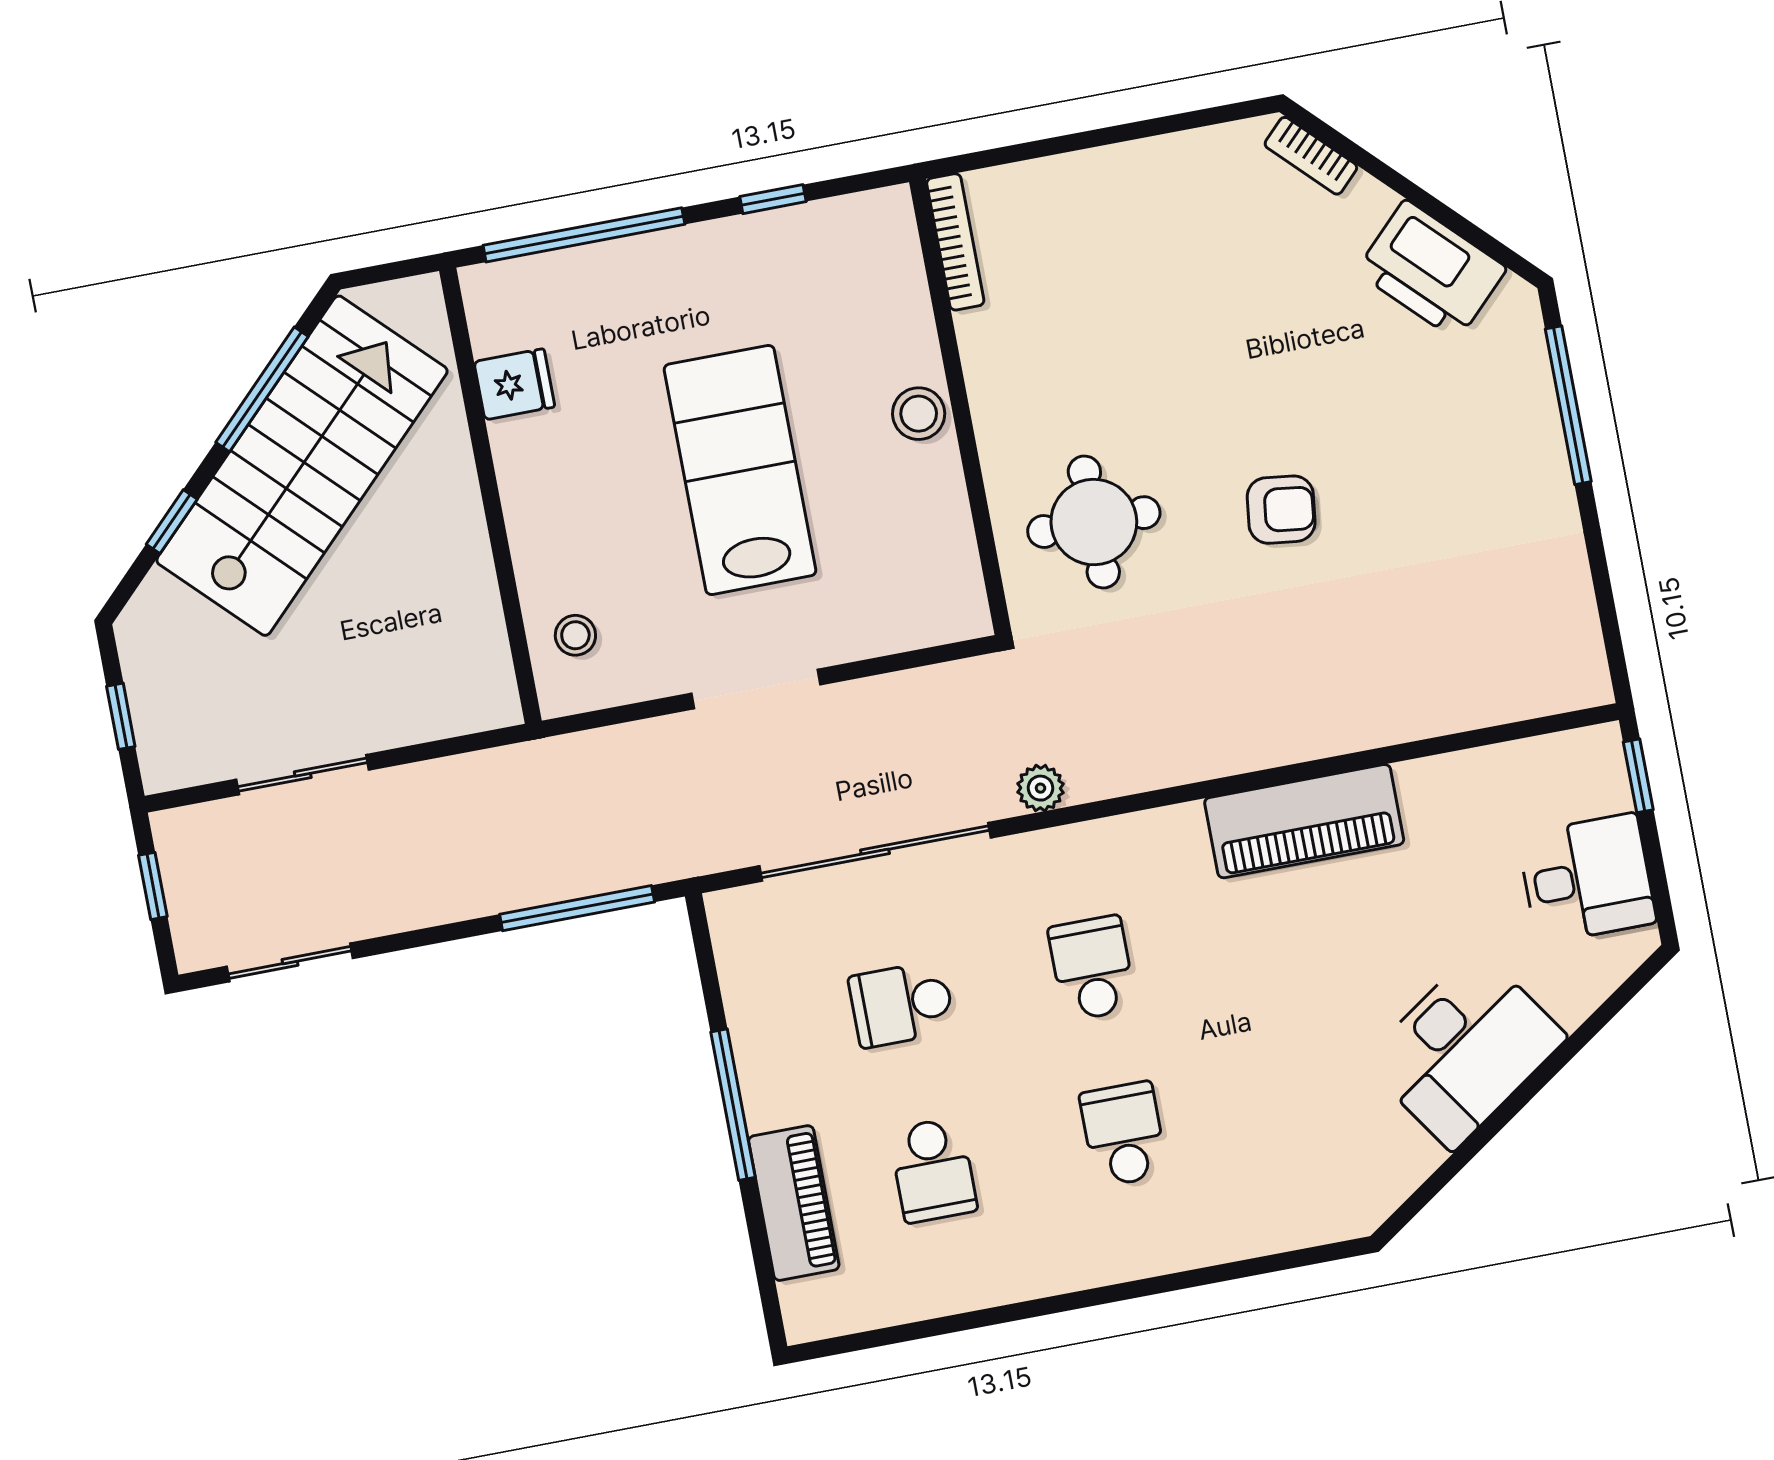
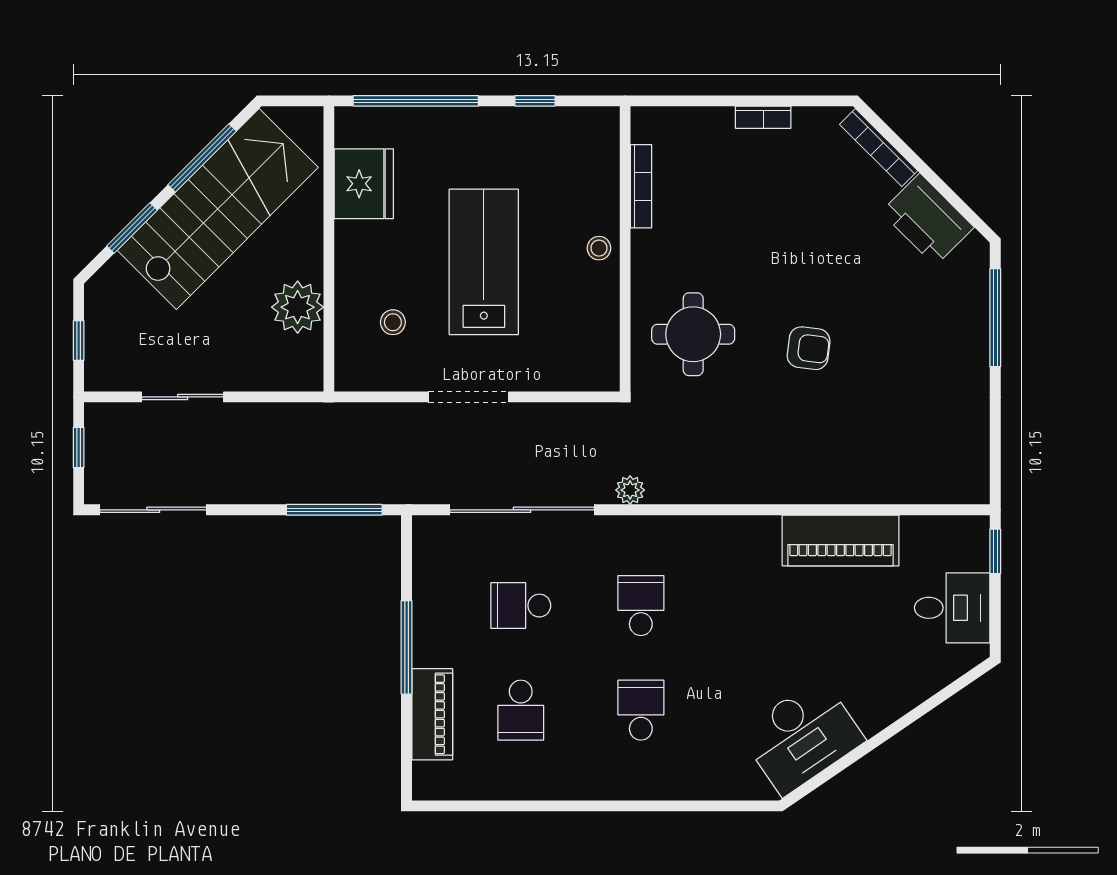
bookcase: (1311, 156) -> (879, 147), width x1.56
bookcase: (1140, 157) -> (763, 117), added
bookcase: (955, 242) -> (641, 186), moved
fridge: (514, 384) -> (364, 184), width x1.88, depth x1.34
stool: (919, 414) -> (599, 248), width x0.73, depth x0.73
window: (172, 522) -> (132, 228), width x1.50
plant: (458, 598) -> (298, 307), added
stool: (575, 635) -> (393, 322), moved
piano: (1304, 821) -> (840, 540), moved
sliding door: (290, 962) -> (153, 510), width x1.37
desk: (1465, 1049) -> (802, 736), moved

